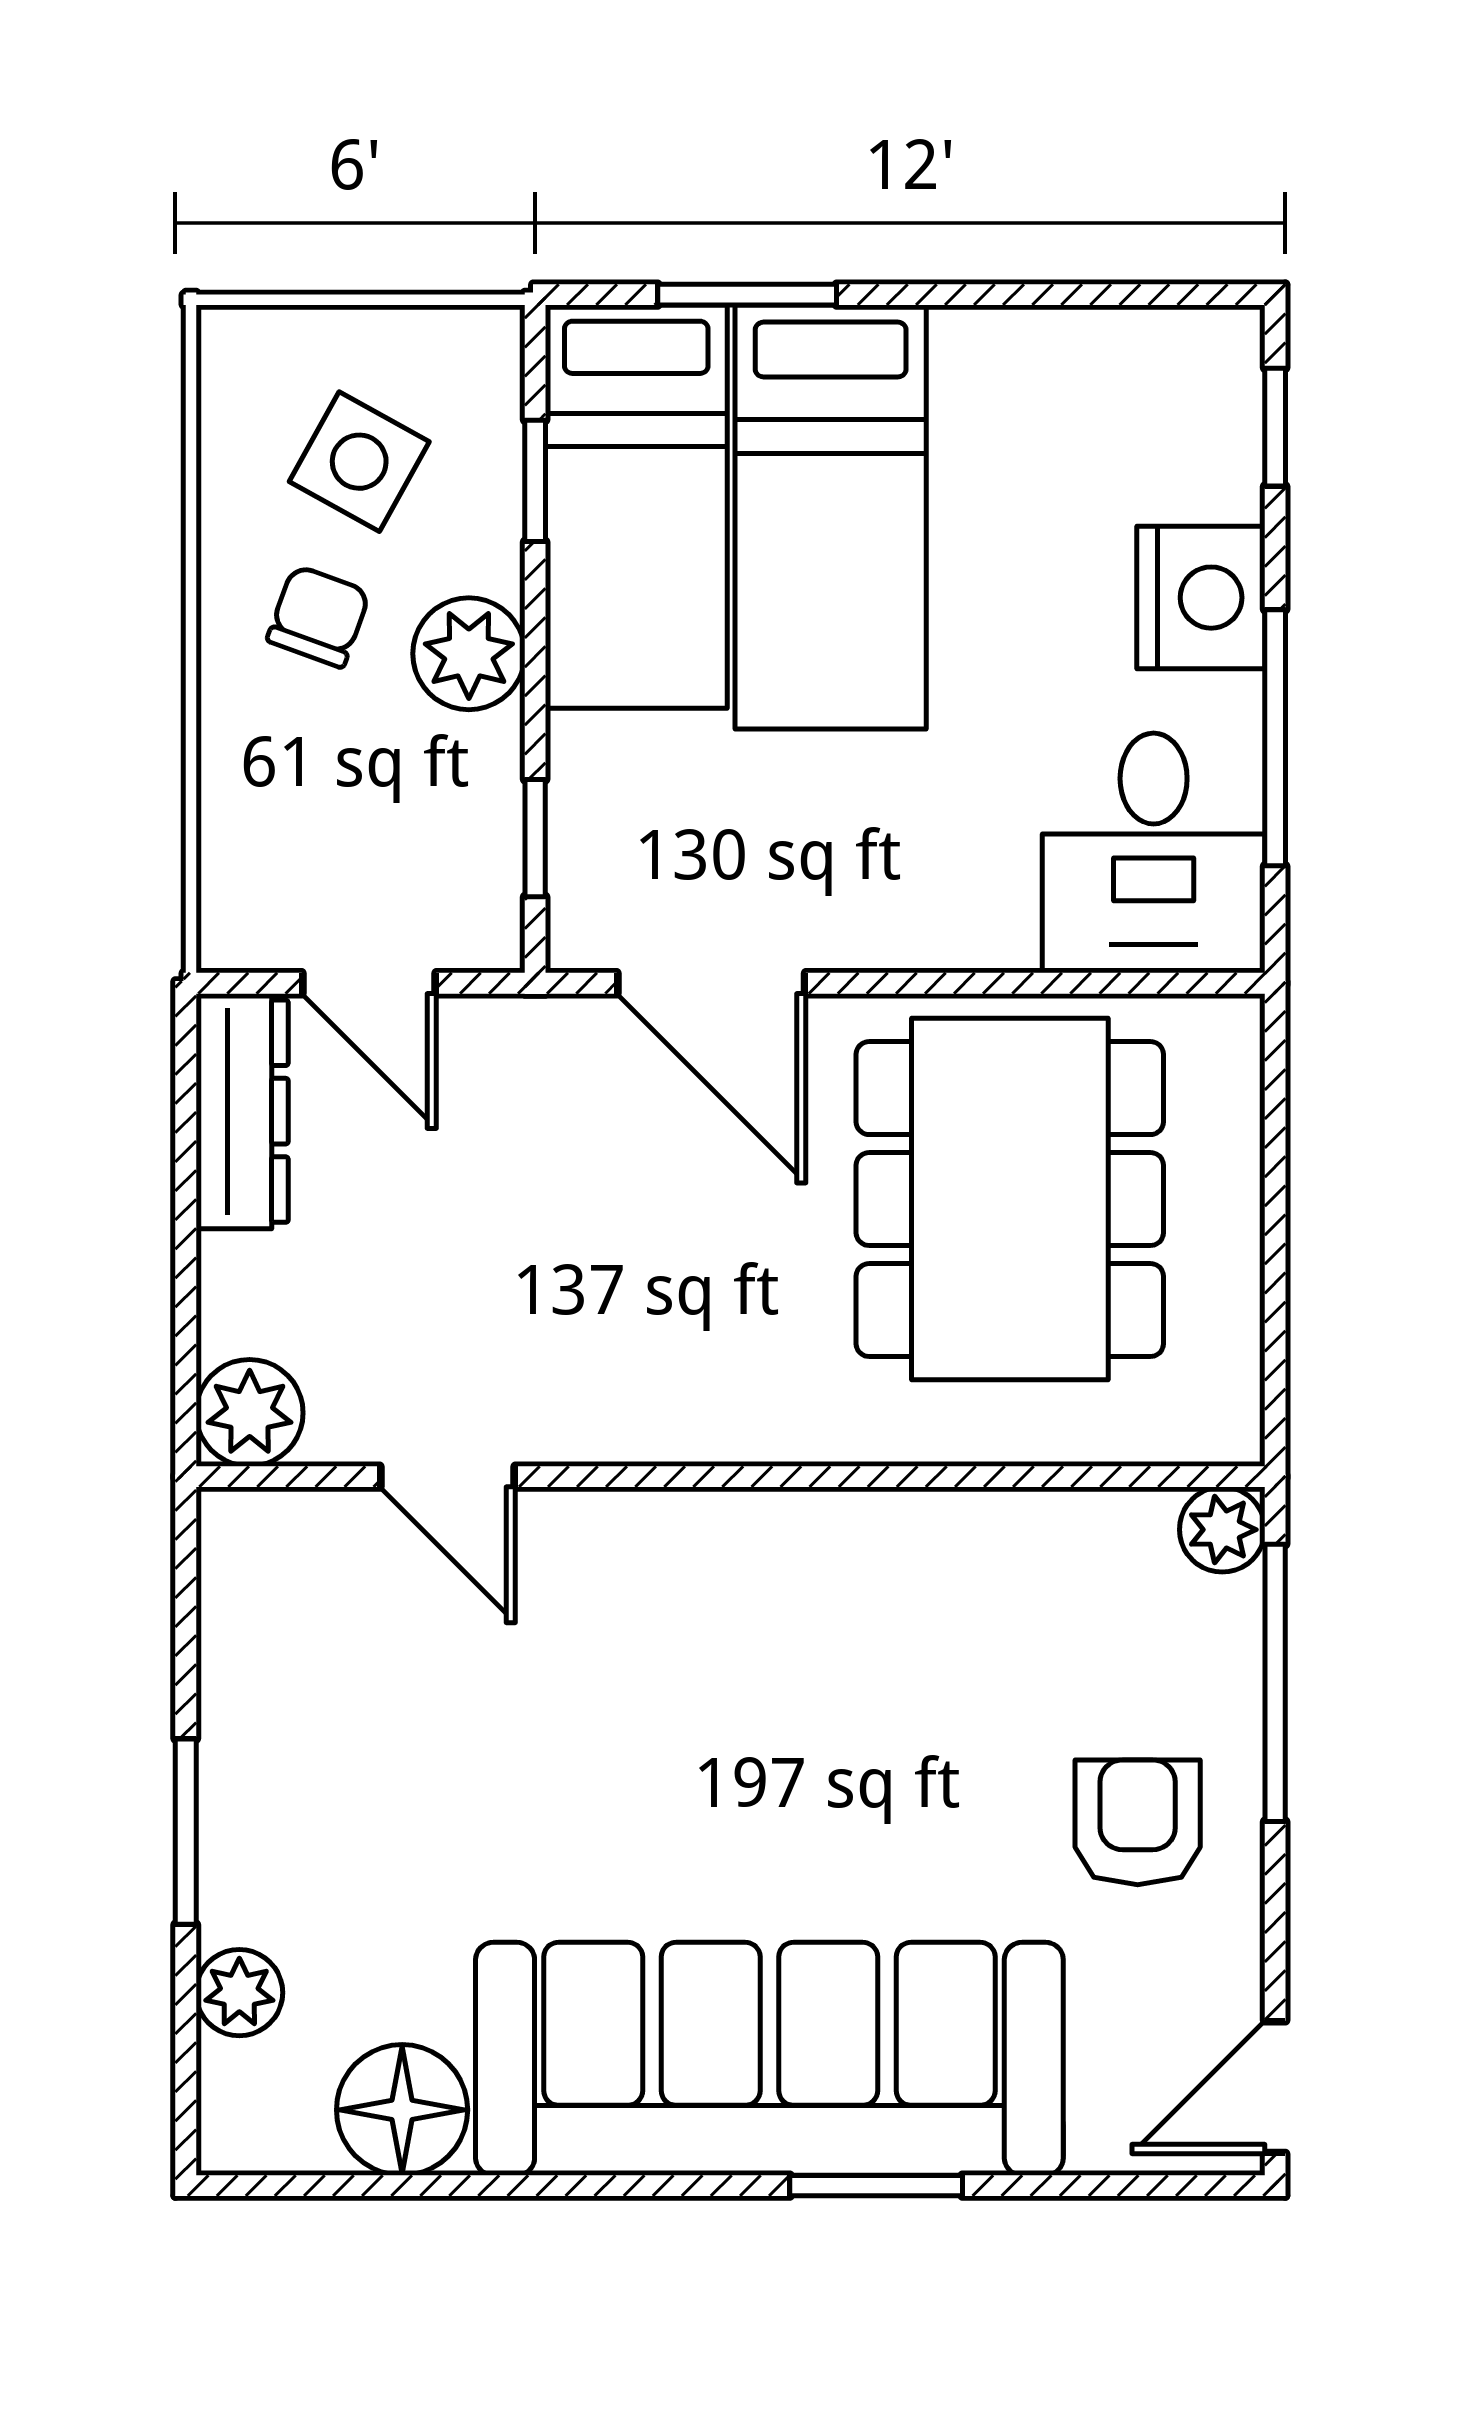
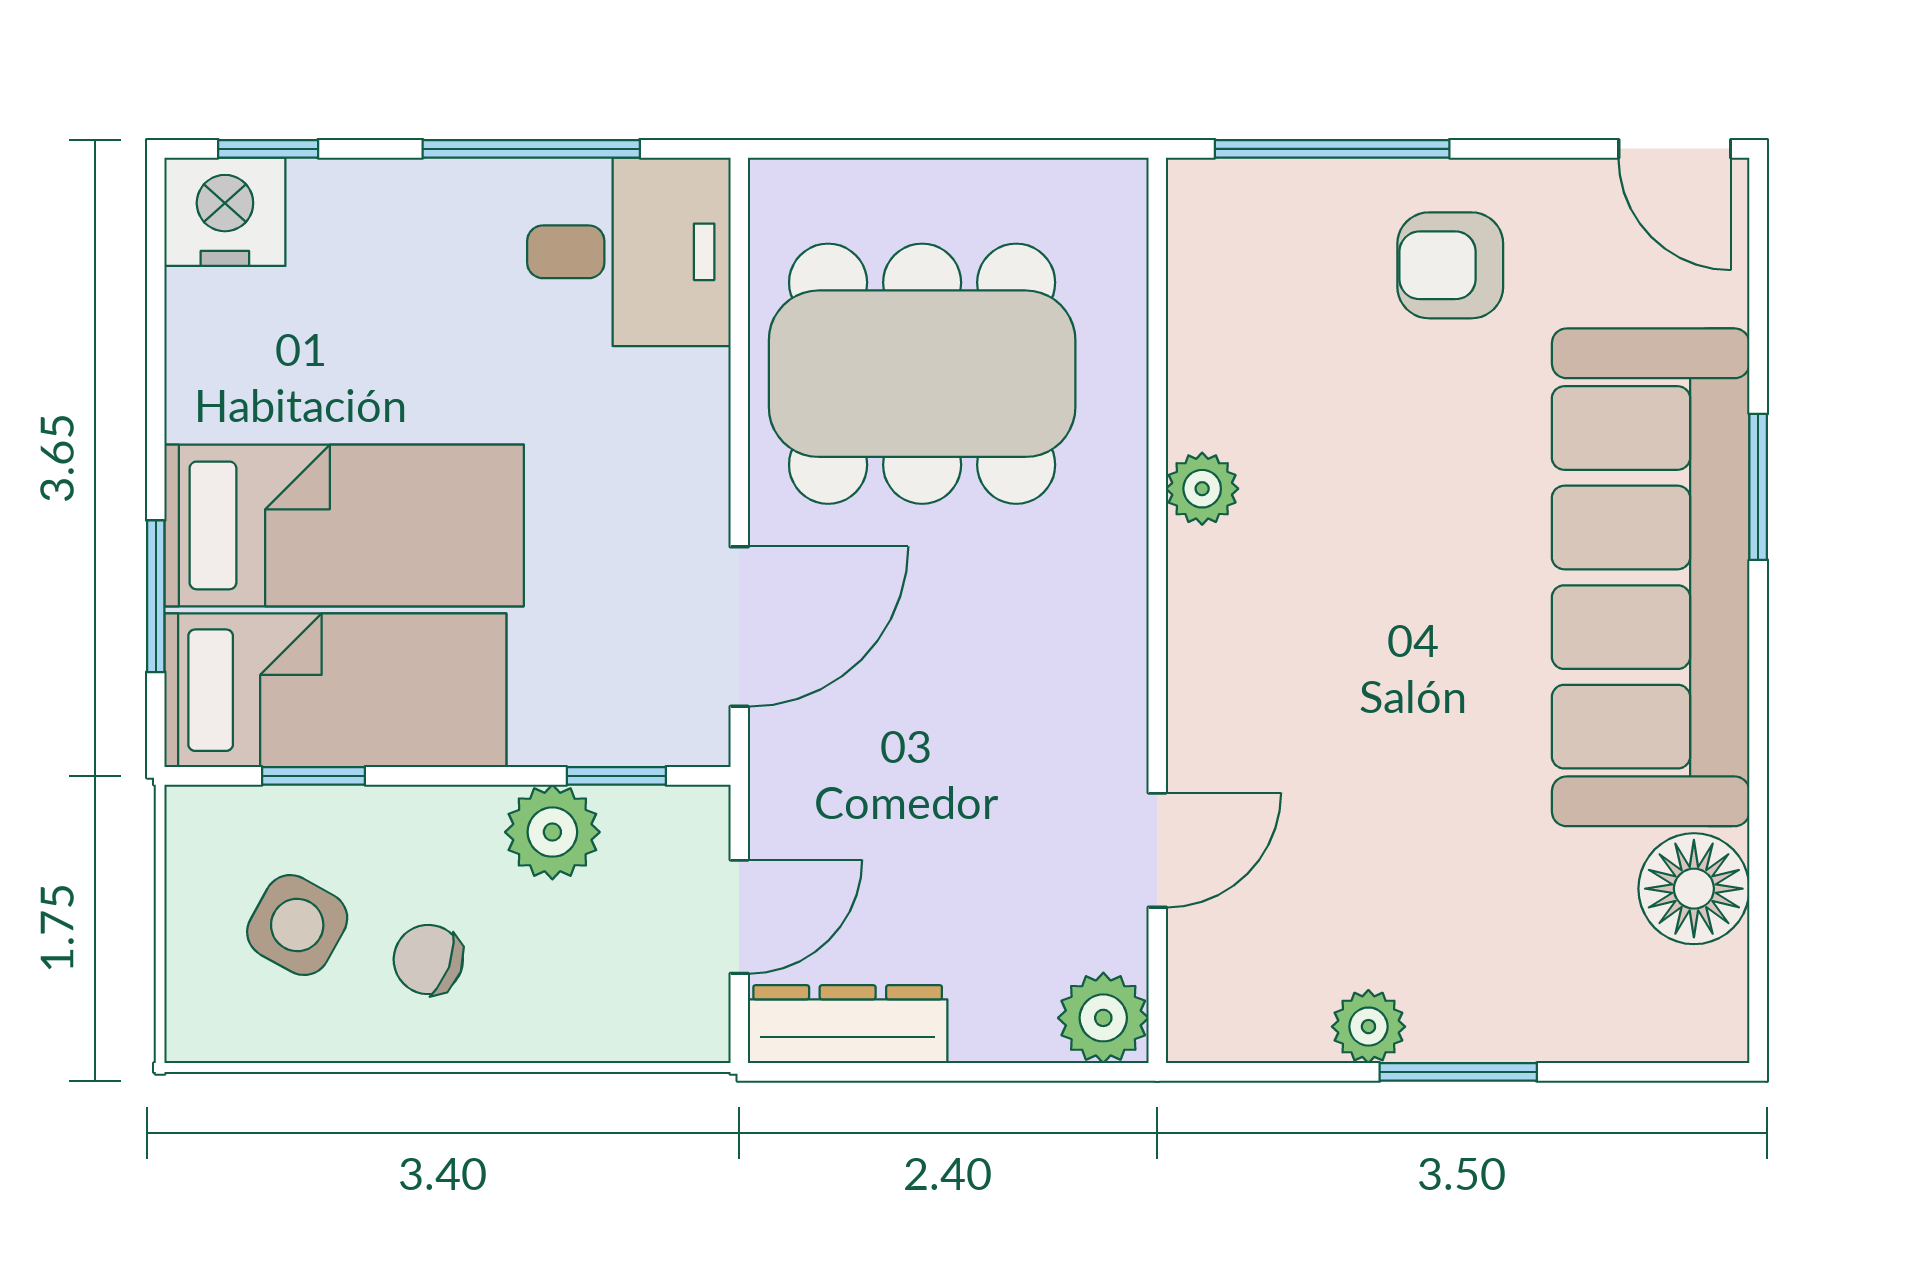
nightstand: (1201, 598) -> (225, 212), moved
plant: (469, 654) -> (552, 832), moved
plant: (1222, 1530) -> (1202, 489), moved
plant: (239, 1993) -> (1368, 1027), moved

